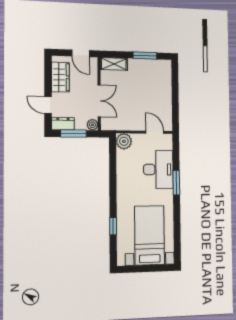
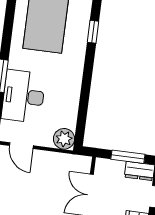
plant: (92, 125) -> (102, 165), removed

